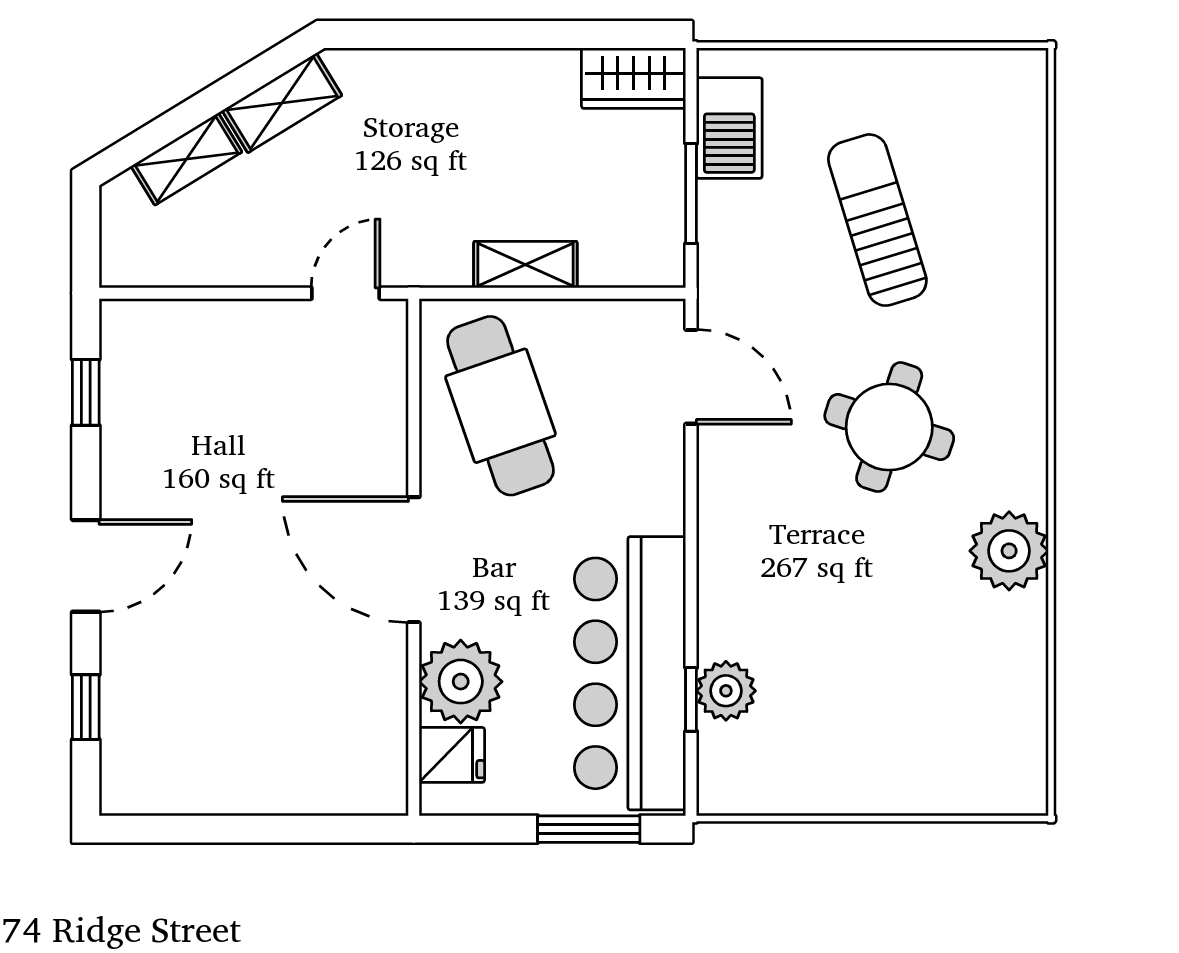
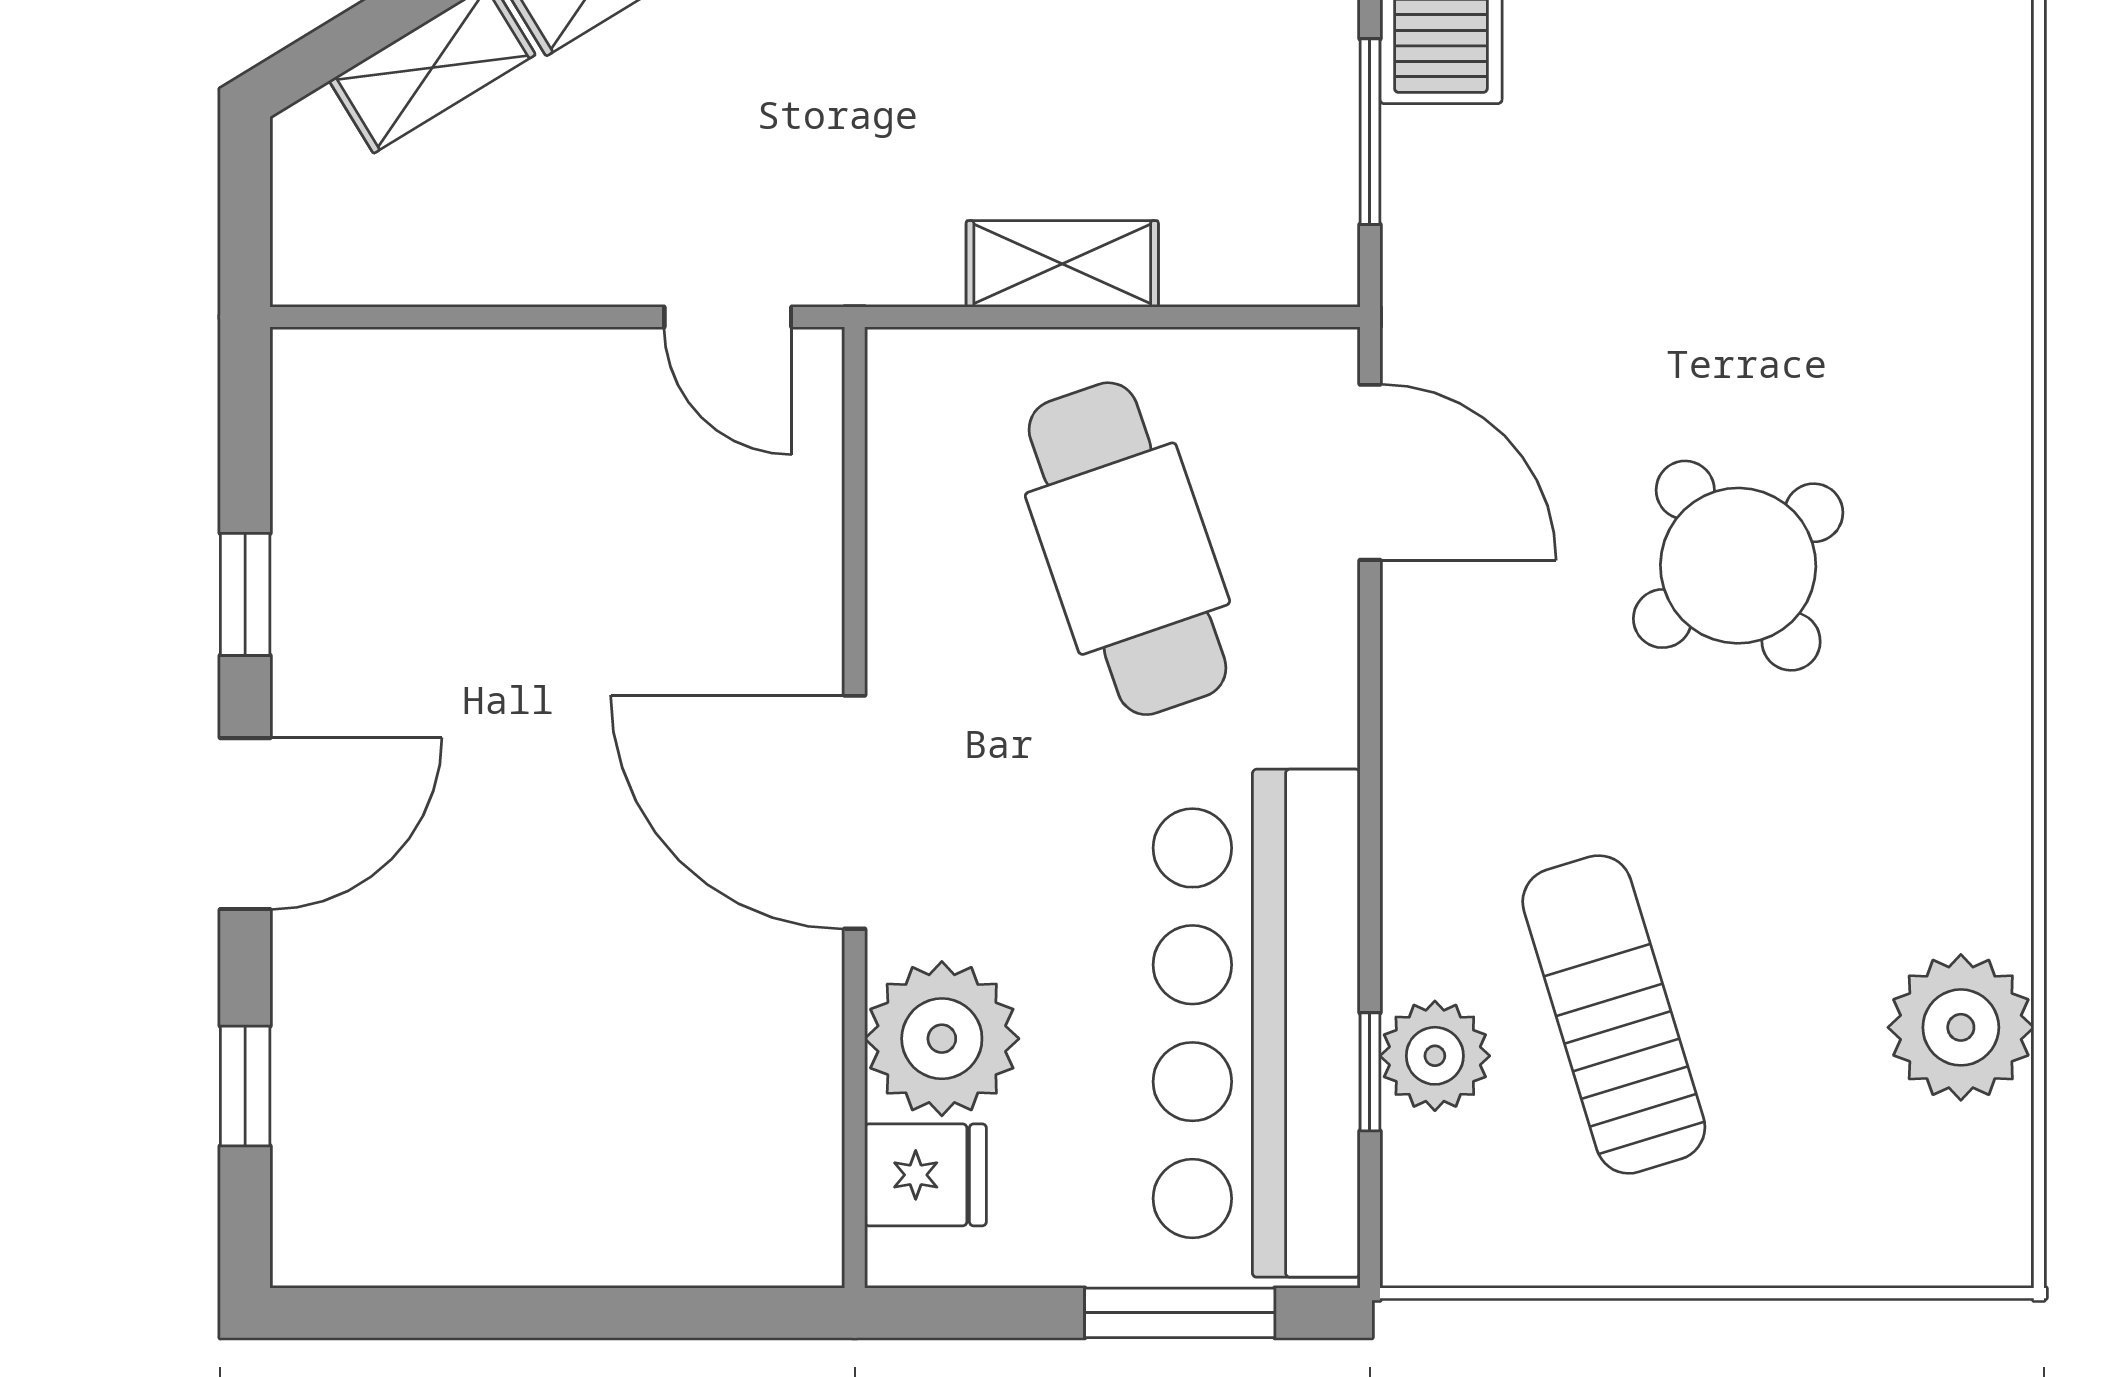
sun lounger: (877, 220) -> (1614, 1014), moved
door: (346, 293) -> (728, 317), swing flipped
window: (86, 392) -> (245, 594), moved
cafe table: (500, 406) -> (1127, 549), moved
round table: (889, 427) -> (1738, 566), turned 37
plant: (1009, 551) -> (1961, 1027), moved

